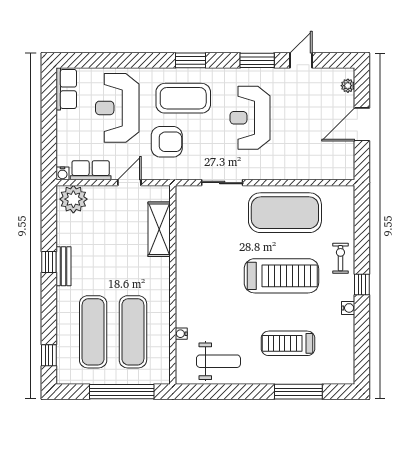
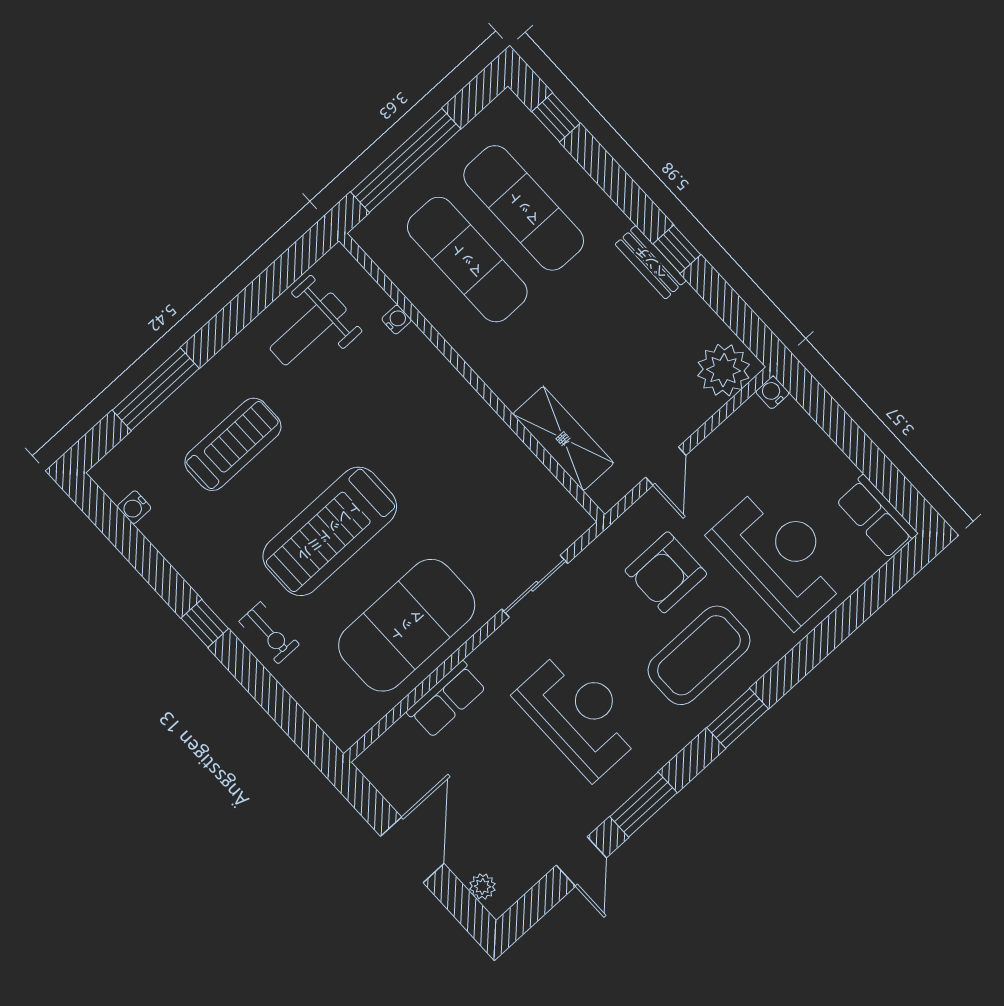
row of seats: (91, 170) -> (446, 699), moved
water cooler: (348, 308) -> (134, 507), moved

